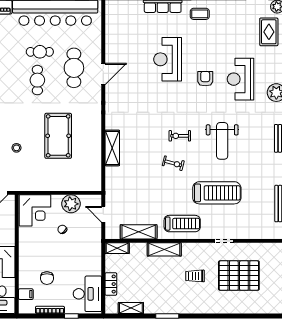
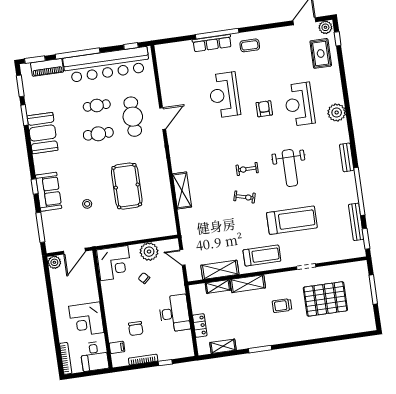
cafe table: (37, 80) -> (98, 134), turned 90
shelving: (117, 248) -> (218, 287), moved
desk: (87, 294) -> (174, 313), moved

